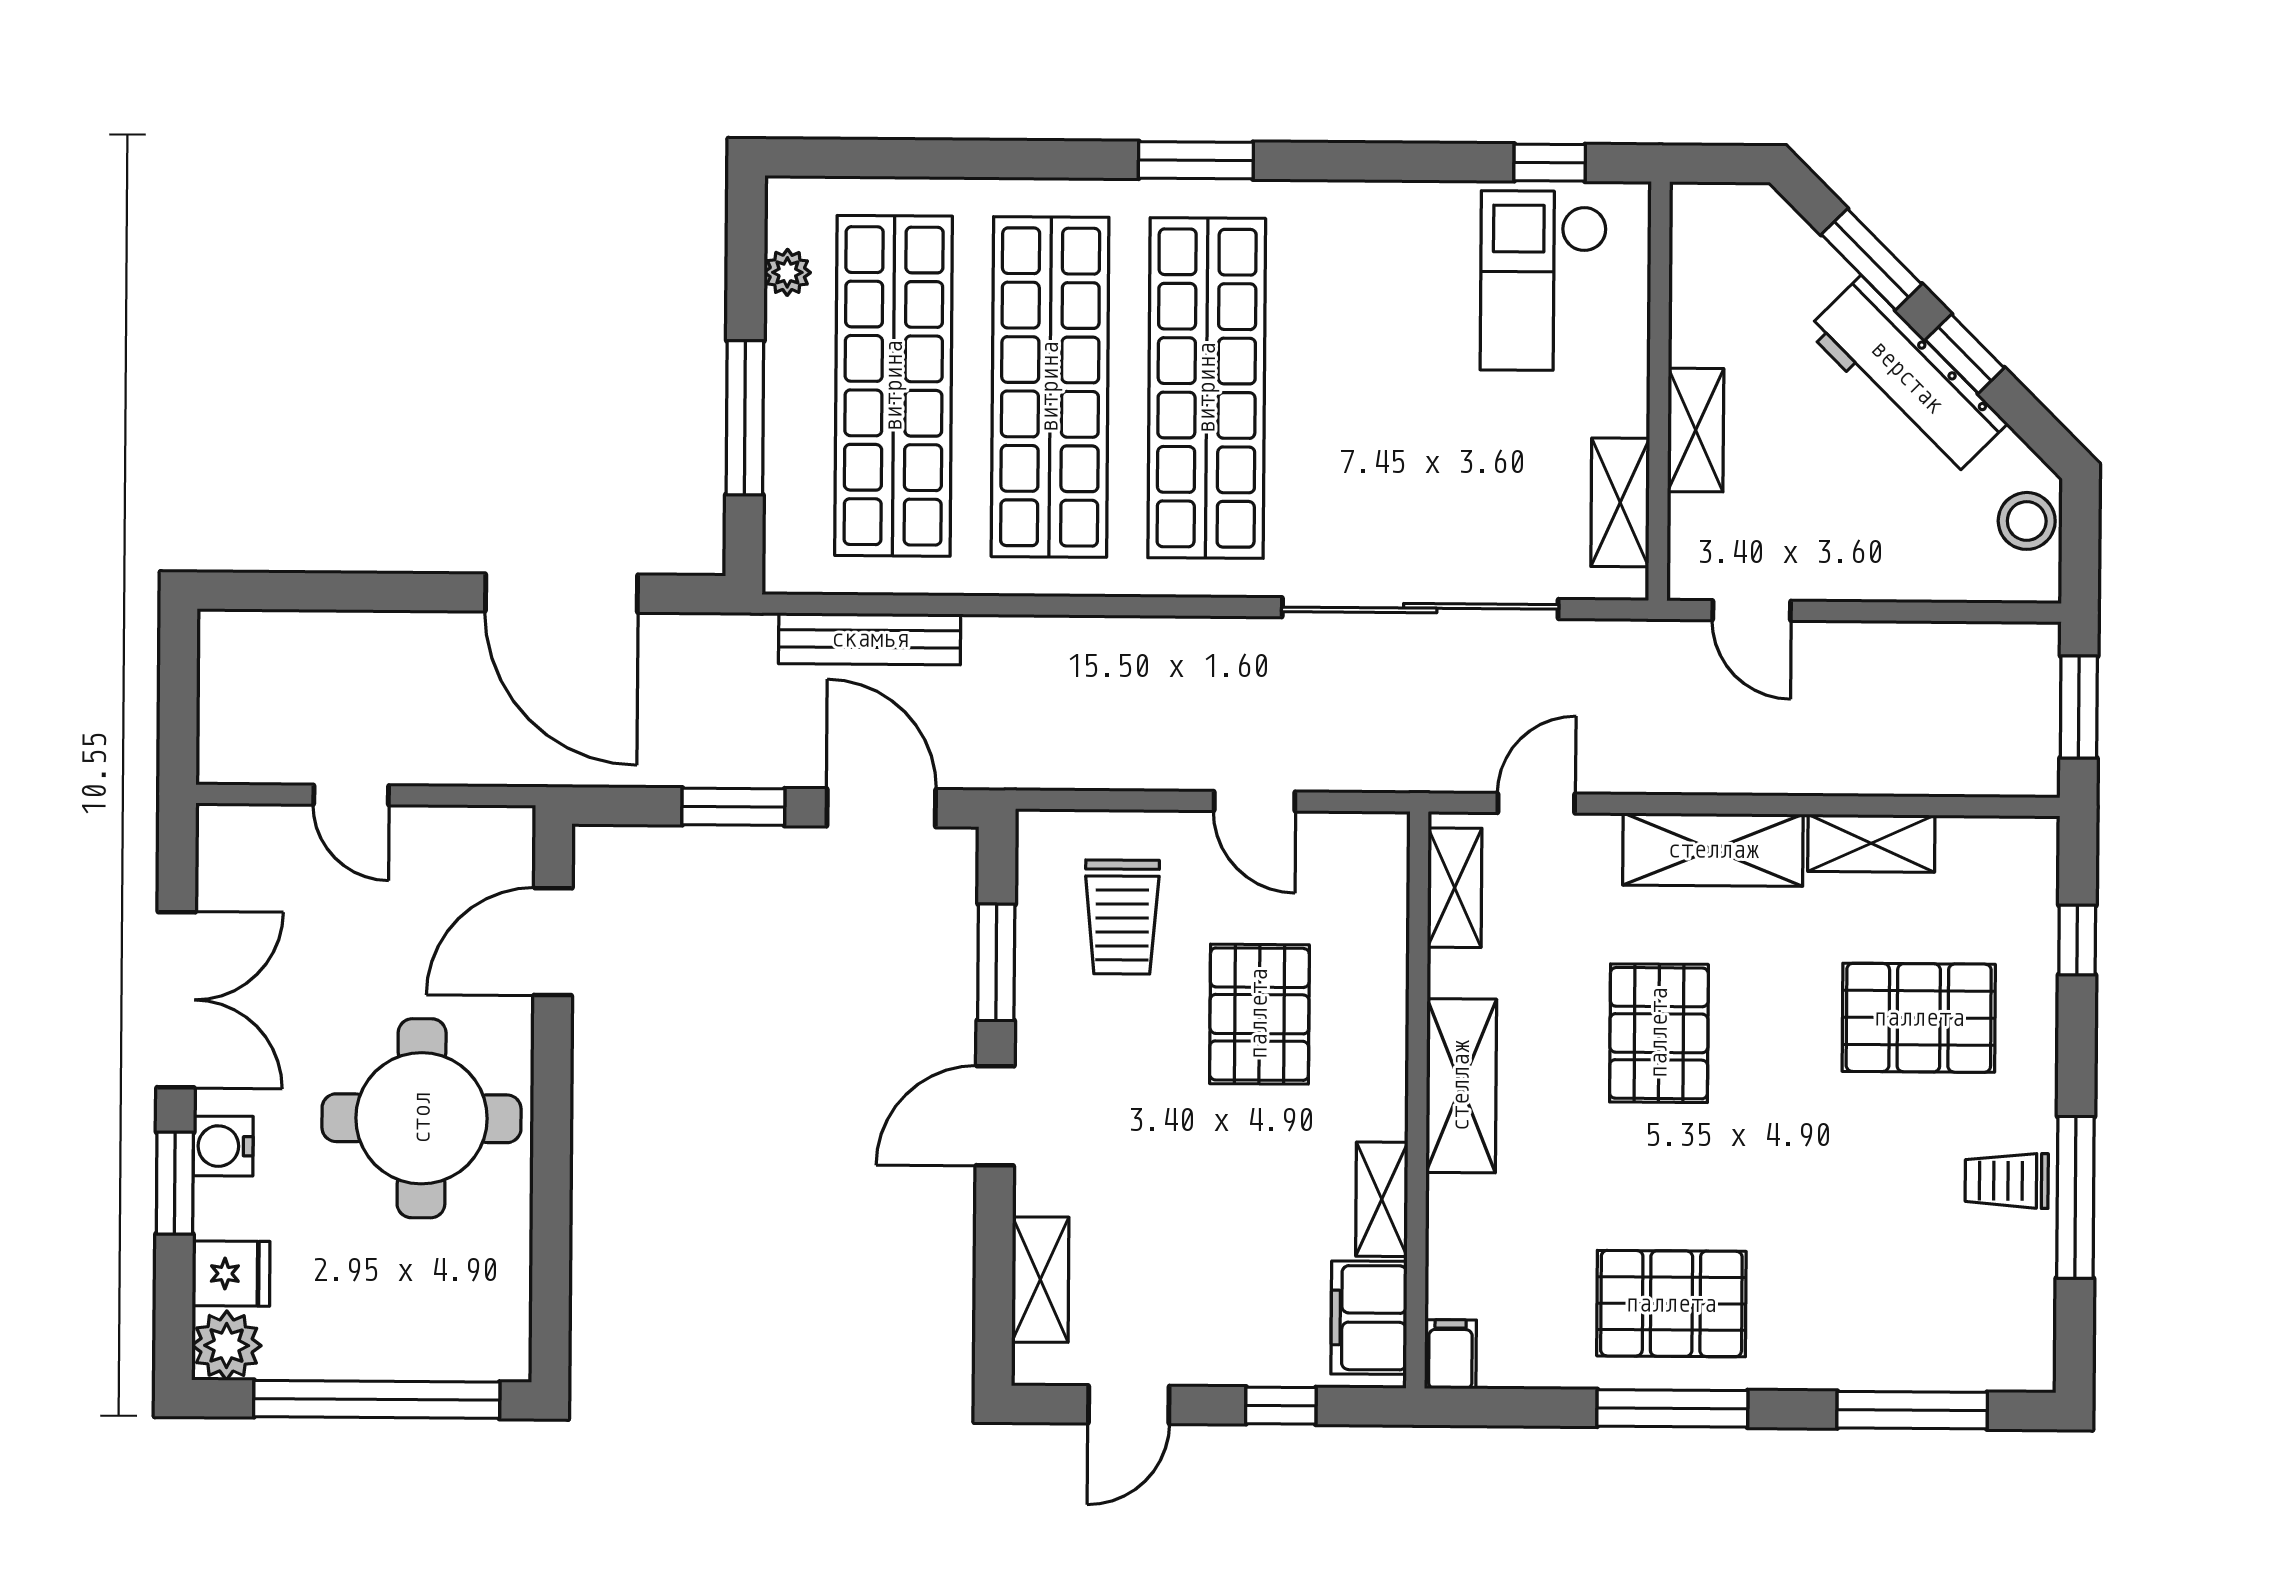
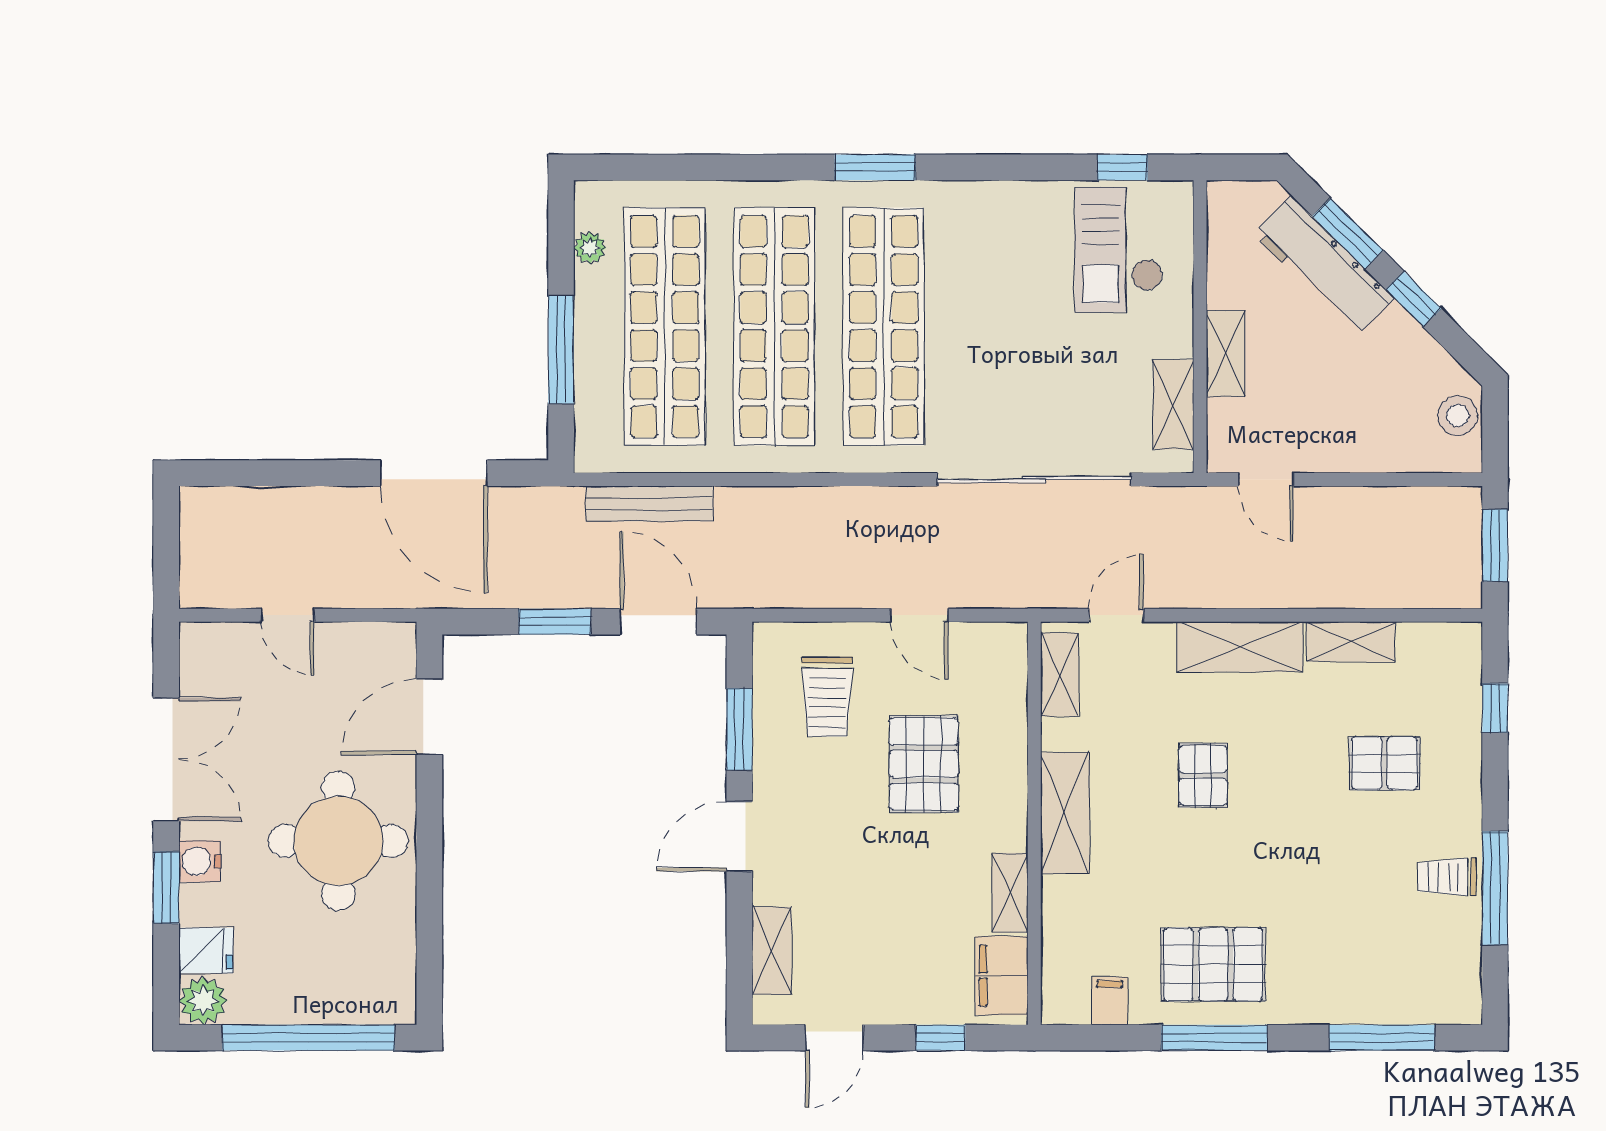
workbench: (1907, 377) -> (1324, 266), moved
pallet: (1919, 1018) -> (1385, 763), width x0.67, depth x0.71
pallet: (1659, 1033) -> (1203, 775), width x0.67, depth x0.71
filing cabinet: (1450, 1354) -> (1110, 1001), moved

